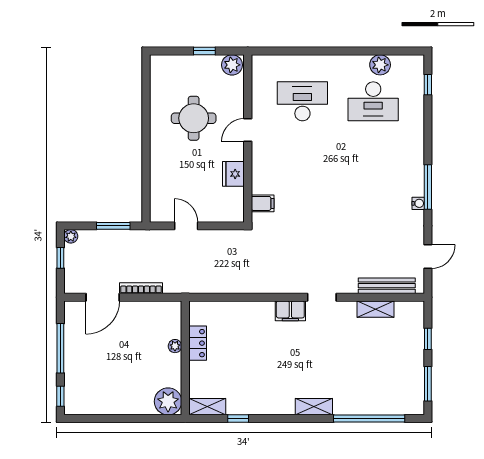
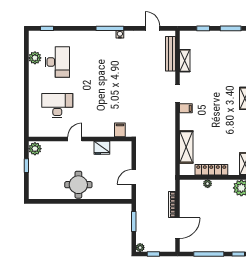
desk: (302, 101) -> (57, 105), turned 90
round table: (194, 118) -> (78, 185), moved
door: (248, 130) -> (75, 139), swing flipped
door: (103, 297) -> (178, 228), hinge flipped
shelving: (235, 311) -> (186, 147), added
filing cabinet: (290, 311) -> (186, 108), width x0.50
locker: (198, 343) -> (211, 170), width x1.53

